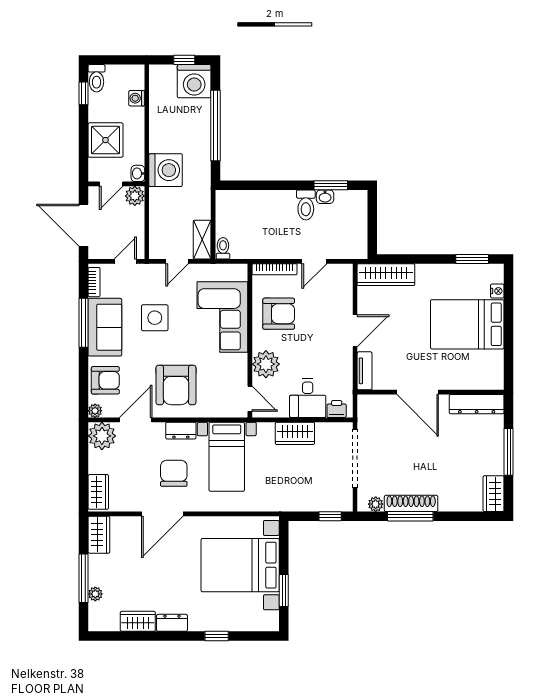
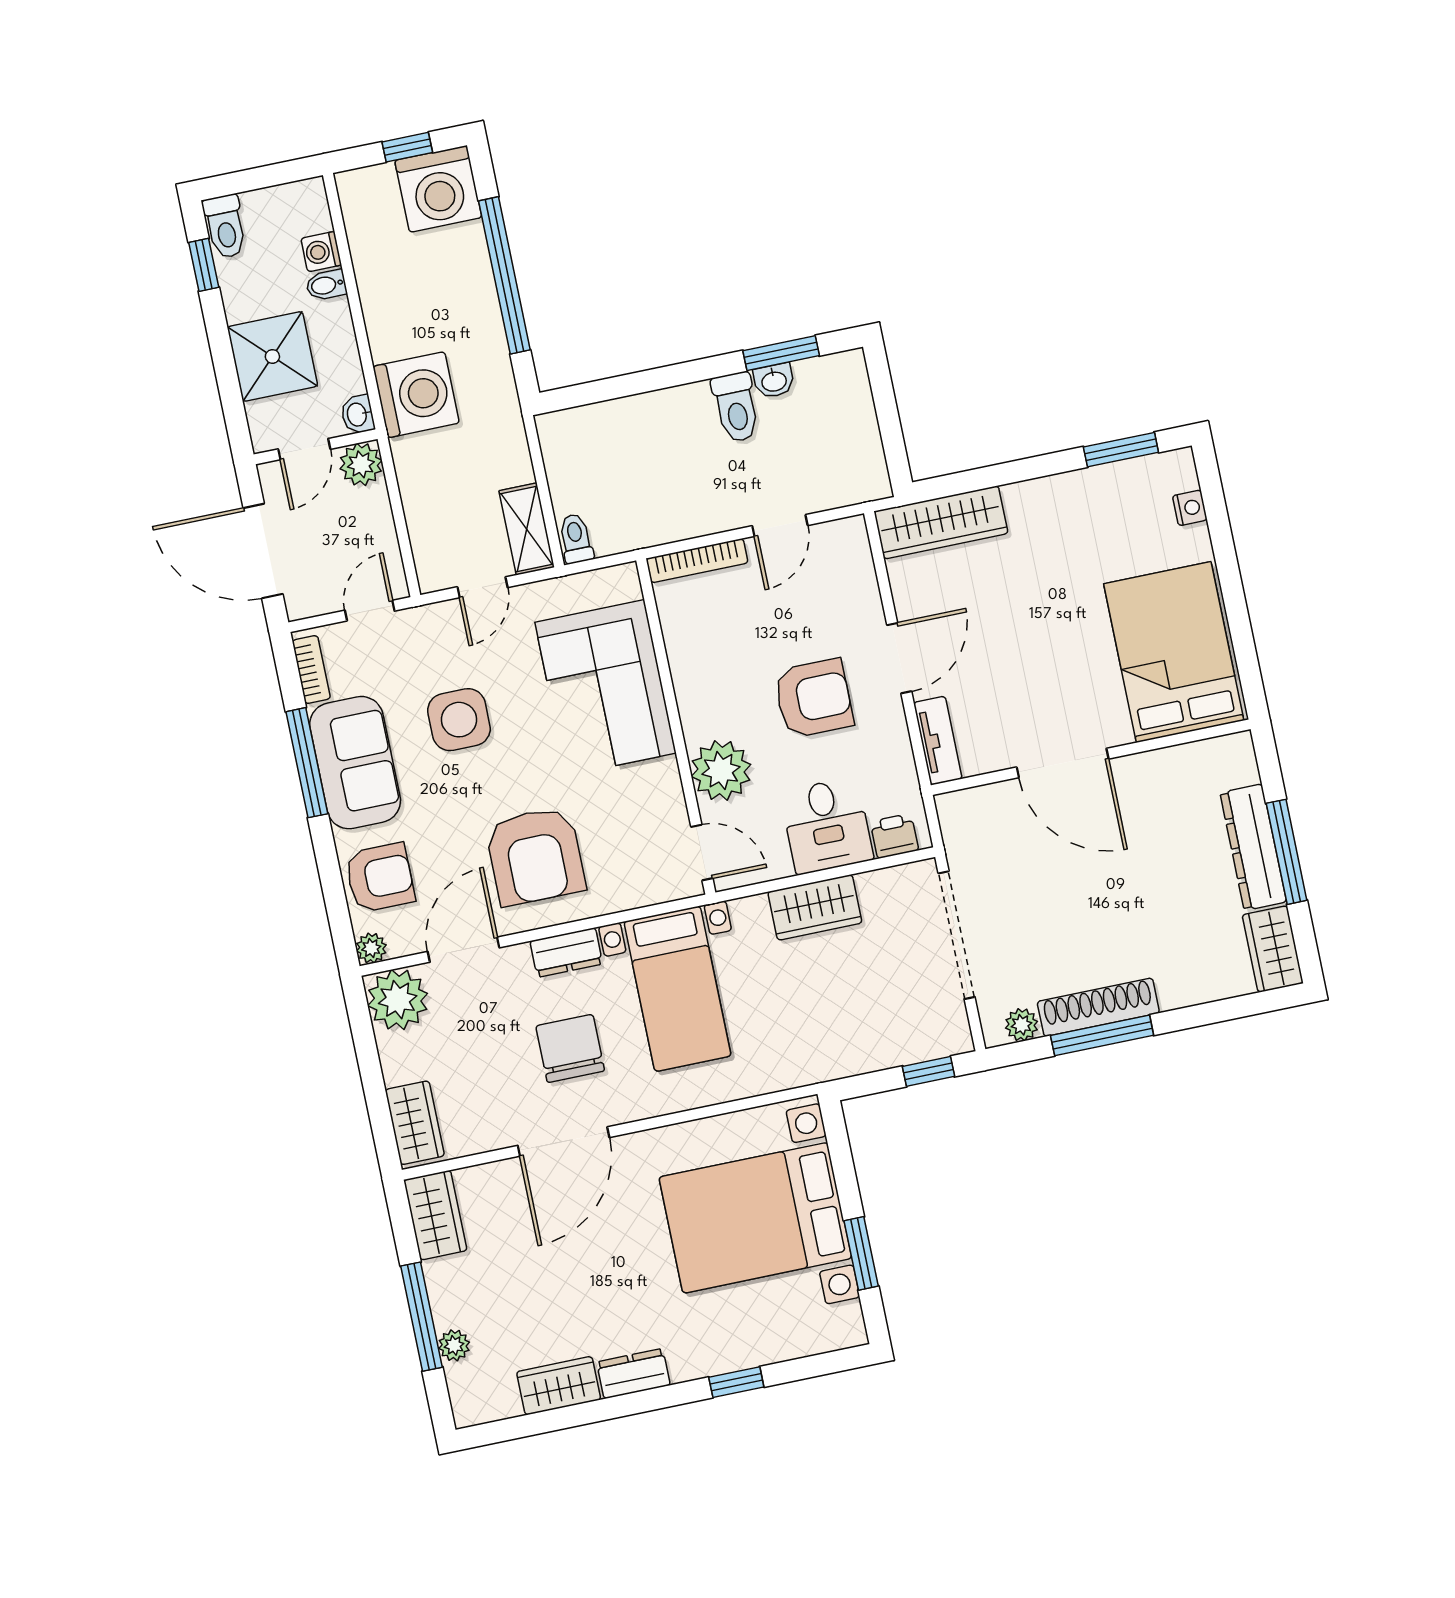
bidet: (136, 113) -> (326, 285), added
armchair: (279, 314) -> (814, 698), moved
bed: (467, 324) -> (1174, 652), moved, turned 90
dresser: (477, 404) -> (1253, 847), moved, turned 90

